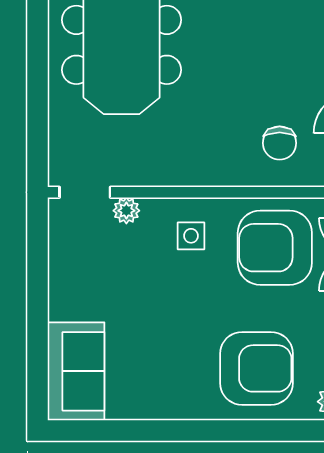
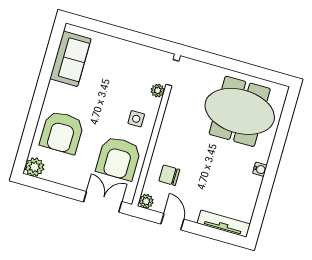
armchair: (275, 248) -> (119, 158), turned 180
sofa: (76, 371) -> (70, 59), moved, turned -90

